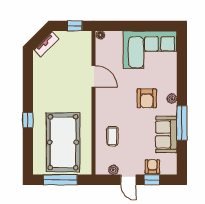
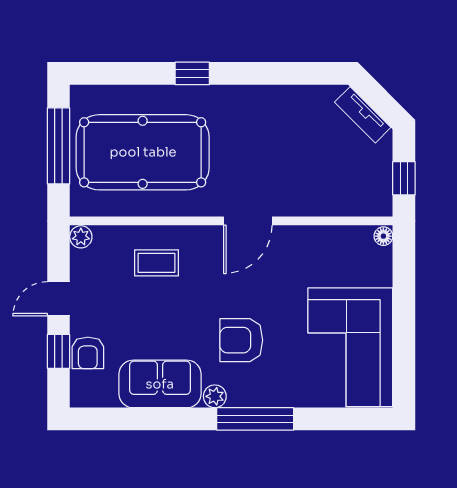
door: (94, 76) -> (248, 221), moved
plant: (172, 99) -> (215, 396), moved
window: (182, 123) -> (255, 419), moved
armchair: (152, 167) -> (88, 353), turned 90
plant: (113, 170) -> (81, 237), moved

